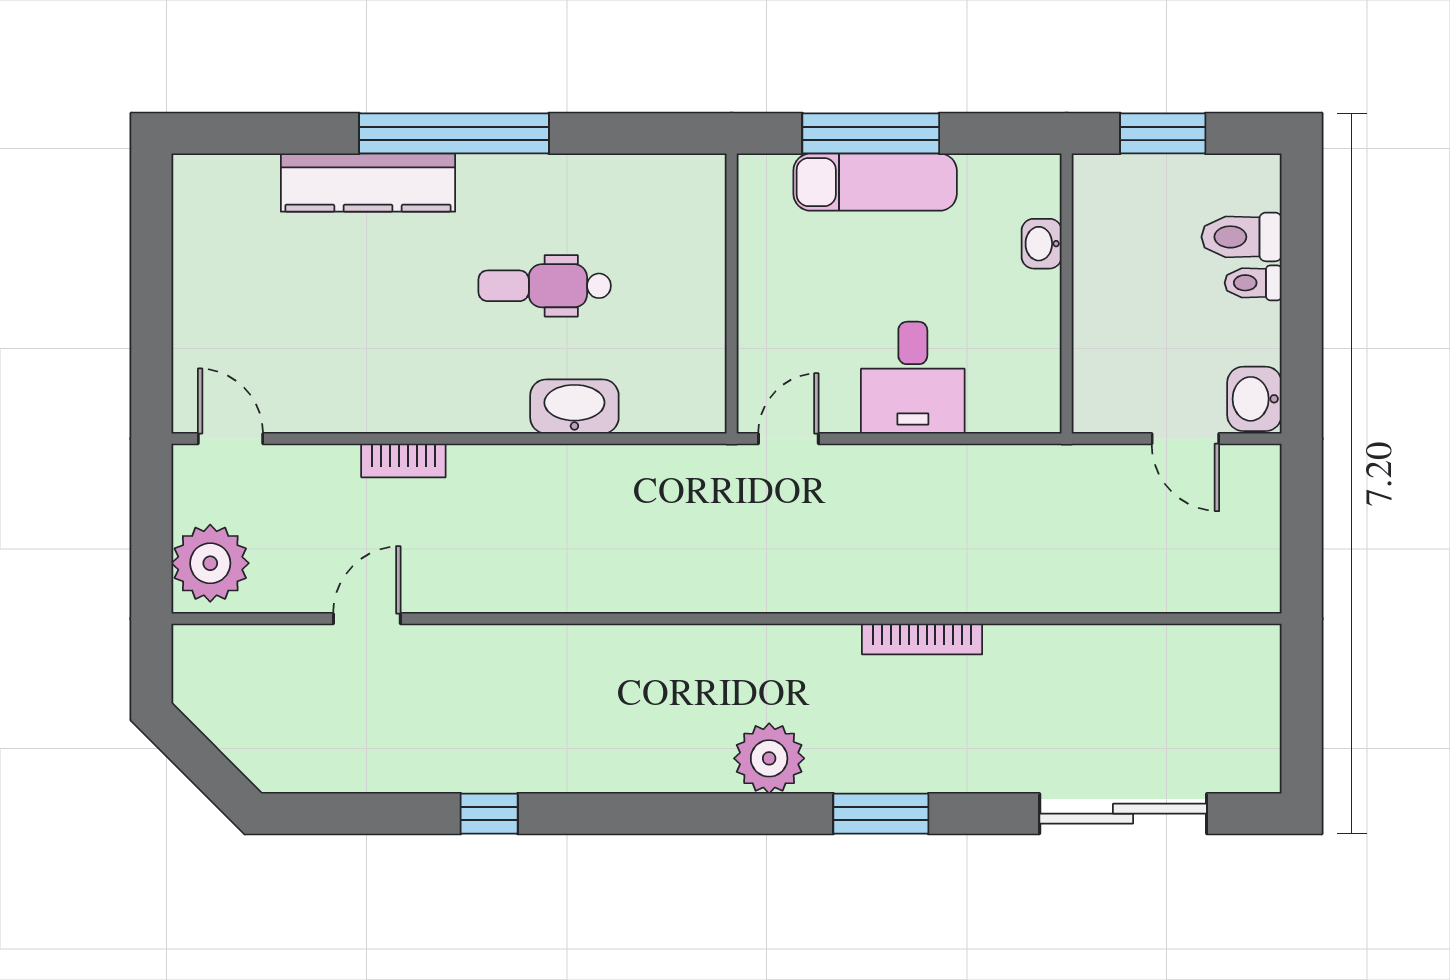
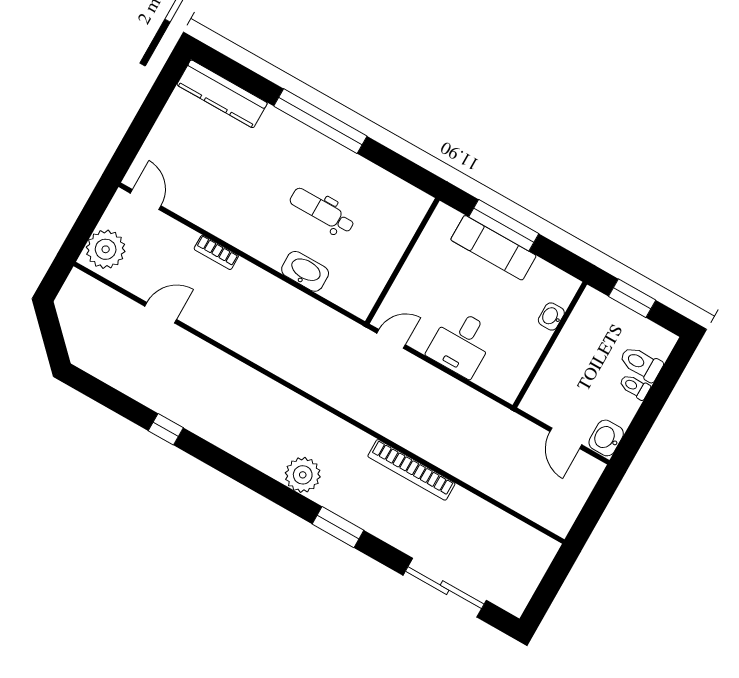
kitchen counter: (368, 183) -> (222, 94), moved
bookcase: (922, 639) -> (411, 470), width x1.48, depth x1.31

